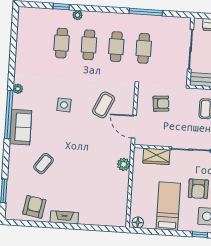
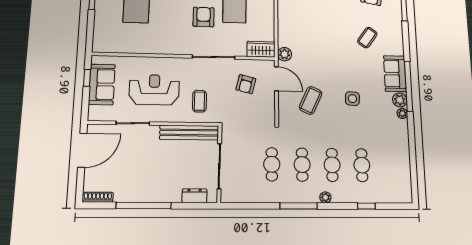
window: (146, 12) -> (299, 206), moved
plant: (78, 15) -> (325, 197), moved
plant: (19, 102) -> (400, 100), added
armchair: (161, 104) -> (246, 84), moved, turned -71
wardrobe: (156, 156) -> (261, 49), moved
plant: (124, 164) -> (285, 54), moved

